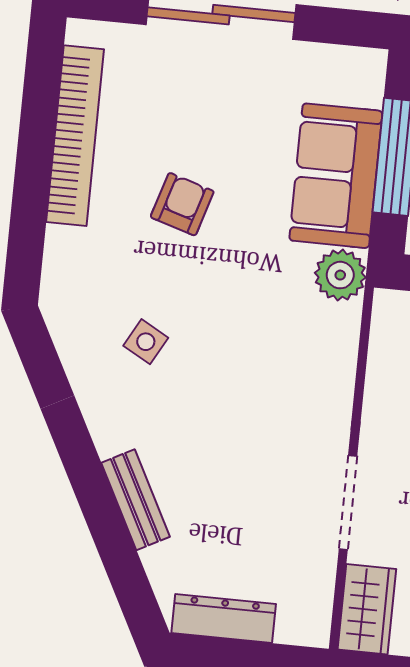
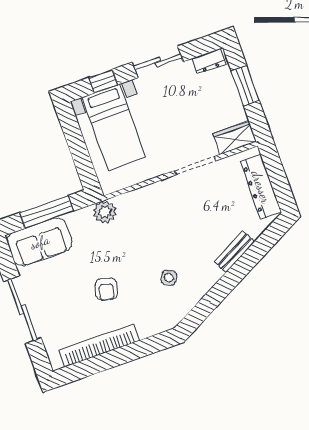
sofa: (336, 176) -> (40, 242), moved
armchair: (182, 204) -> (106, 289), turned -93
dresser: (224, 618) -> (261, 187), width x1.37, depth x1.24

